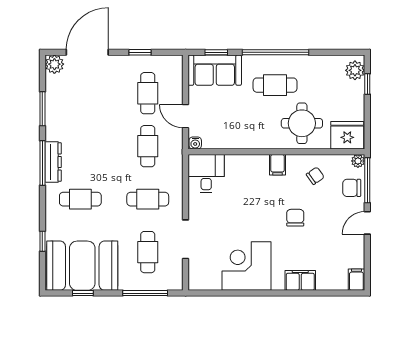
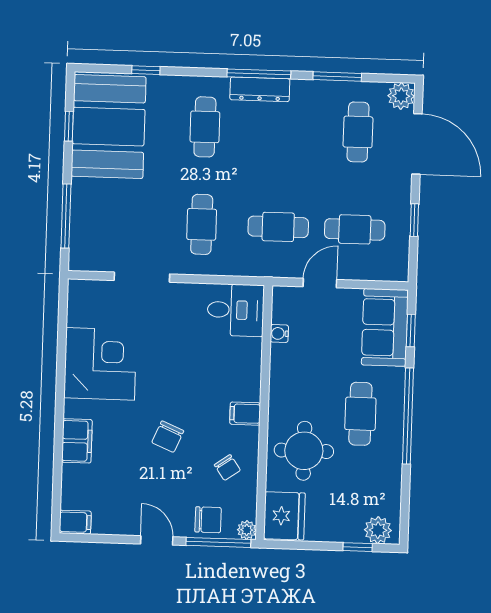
water cooler: (195, 143) -> (279, 333), moved
chair: (352, 188) -> (208, 520), turned 90
chair: (295, 218) -> (168, 437), turned 113
cafe table: (148, 252) -> (358, 132), moved, turned 90

